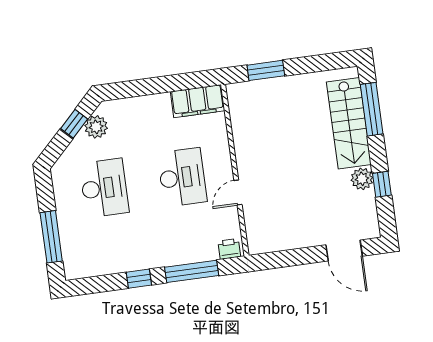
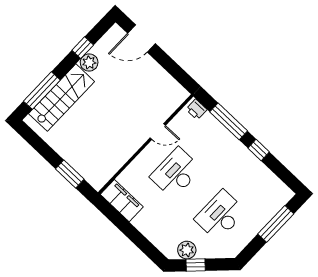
door: (344, 251) -> (141, 38), swing flipped

